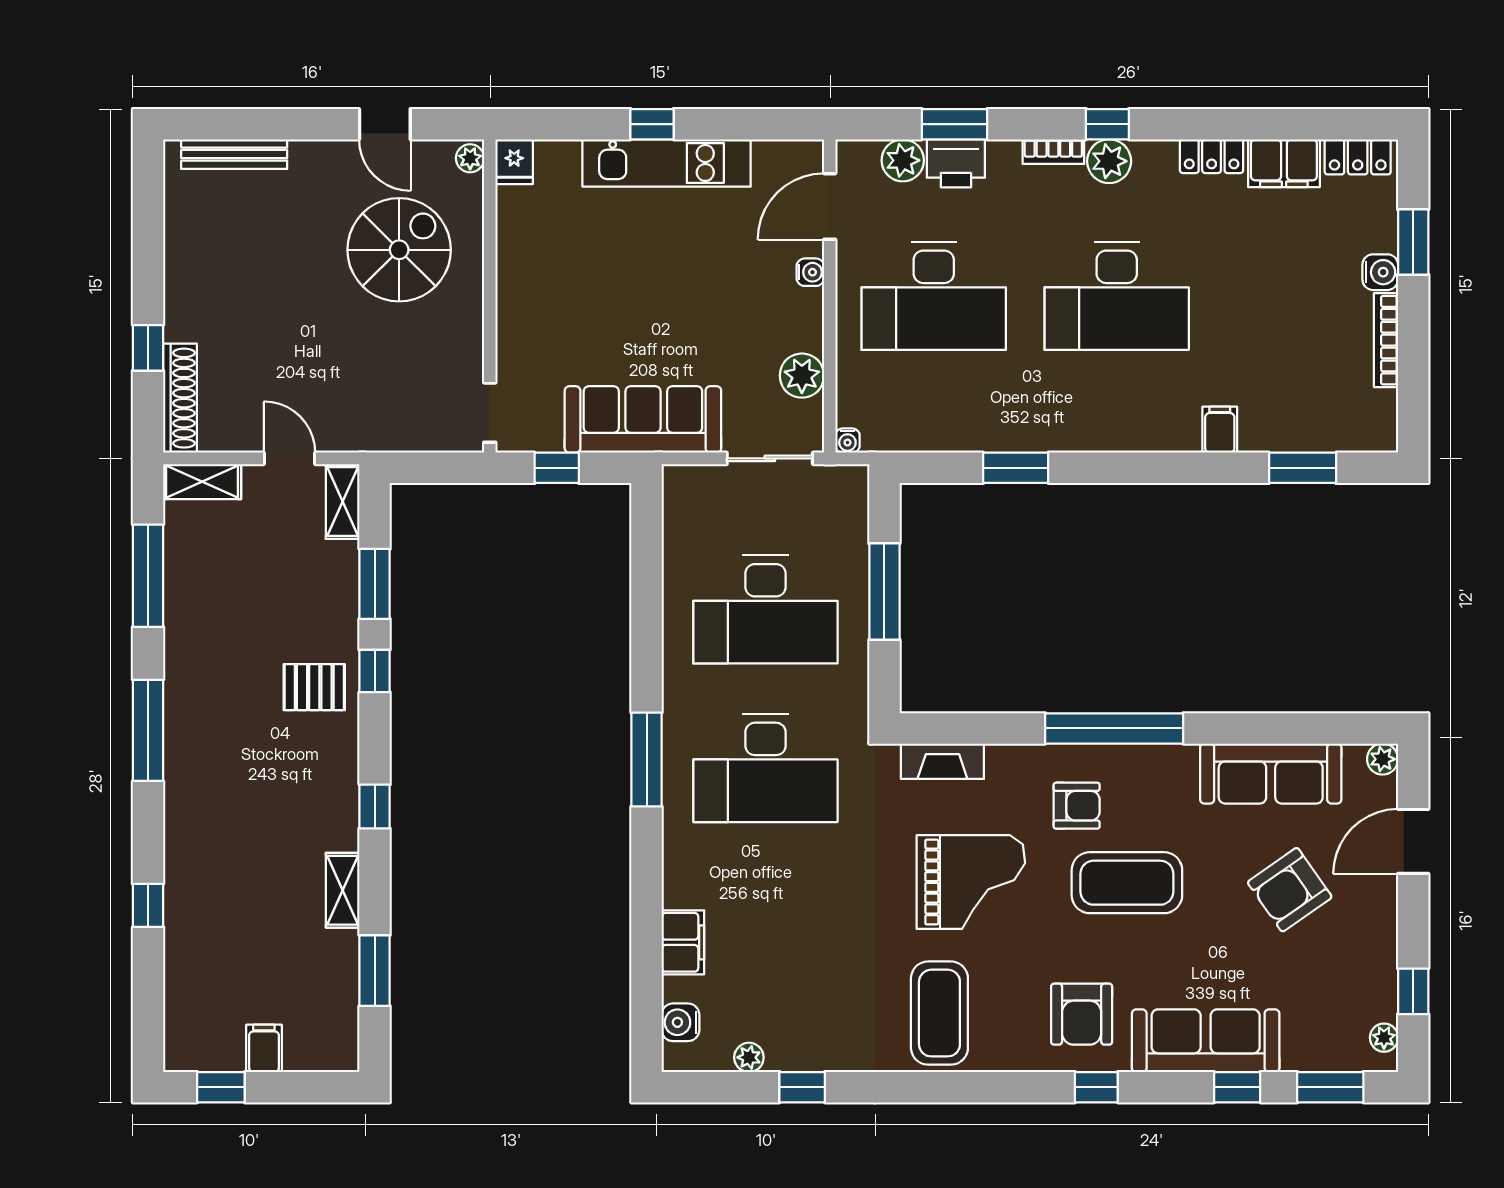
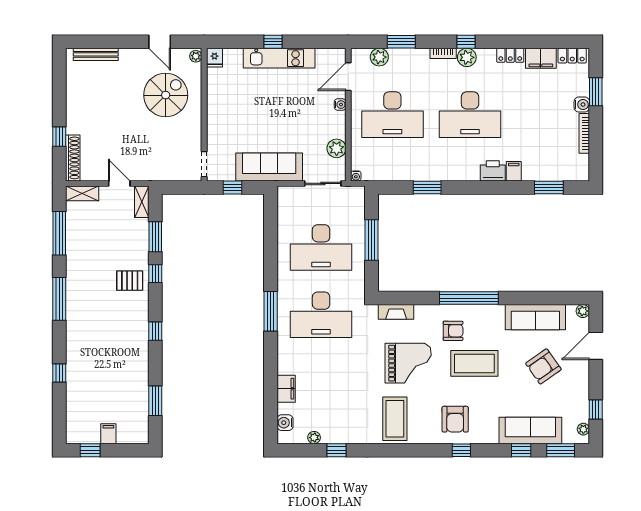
printer: (956, 163) -> (493, 171), moved, turned 180
shelving: (343, 890) -> (142, 367), removed
sofa: (1206, 1041) -> (530, 430), moved

